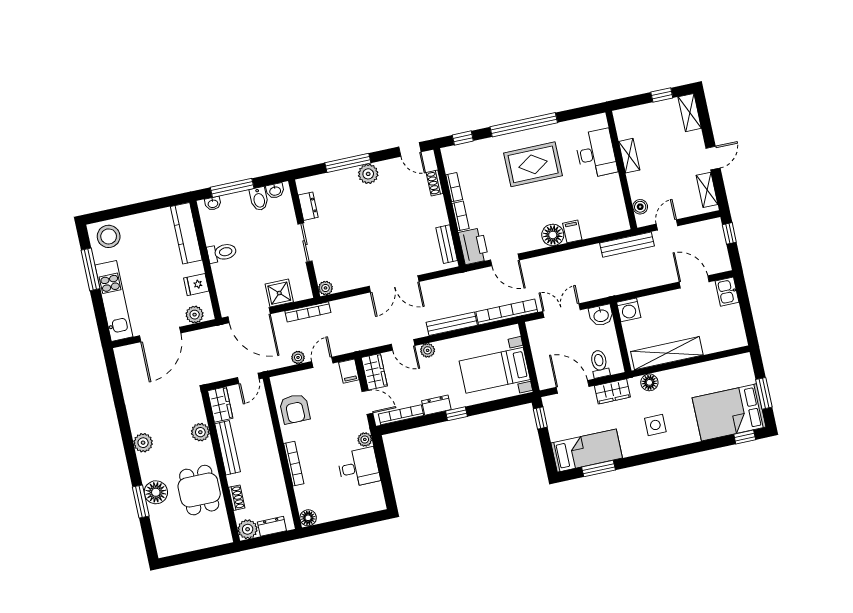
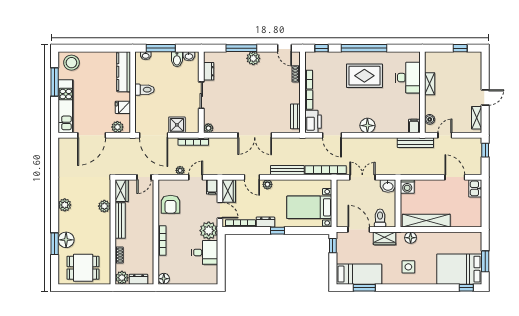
shelving: (690, 113) -> (476, 64), removed
filing cabinet: (572, 231) -> (414, 126), moved
plant: (365, 439) -> (209, 231), width x1.87, depth x1.87
dining table: (199, 490) -> (83, 268), moved, turned 90

